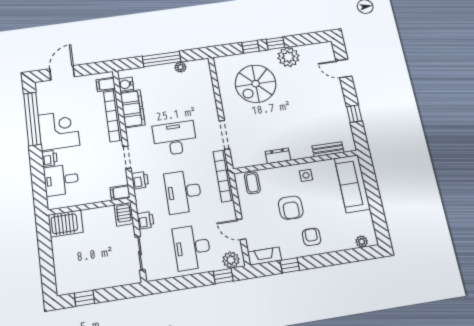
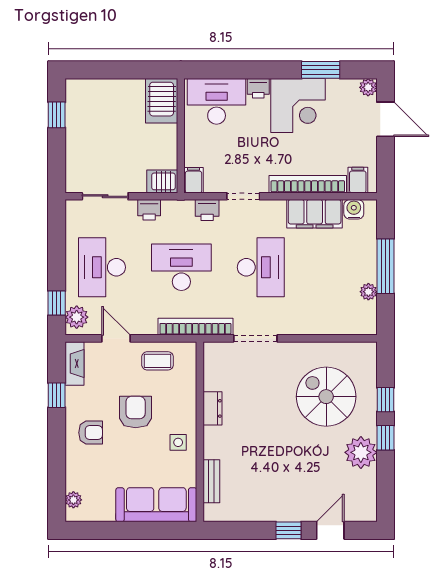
plant: (41, 87) -> (368, 87), added
window: (354, 114) -> (288, 530), moved
window: (32, 119) -> (321, 70), width x0.47
desk: (61, 180) -> (217, 101), width x1.37
coffee table: (252, 183) -> (158, 361), moved
armchair: (291, 208) -> (136, 412), turned 90
door: (241, 229) -> (116, 338), hinge flipped
desk: (192, 247) -> (102, 267), turned -90

